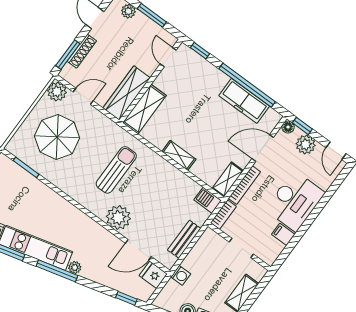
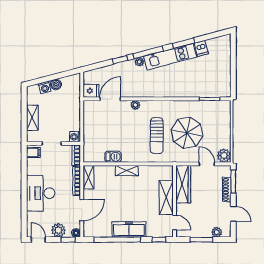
door: (83, 96) -> (207, 164), swing flipped
freezer: (244, 101) -> (129, 229), moved
shelving: (144, 109) -> (166, 197), moved
parasol: (57, 137) -> (187, 133), moved
barbecue: (208, 200) -> (113, 157), moved
plant: (118, 218) -> (135, 105), width x0.53, depth x0.53
filing cabinet: (283, 234) -> (33, 153), moved
bench: (184, 239) -> (88, 124), removed
washing machine: (181, 275) -> (75, 137), moved
window: (126, 298) -> (120, 60), moved

